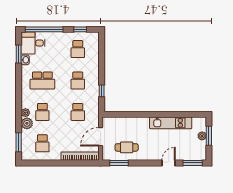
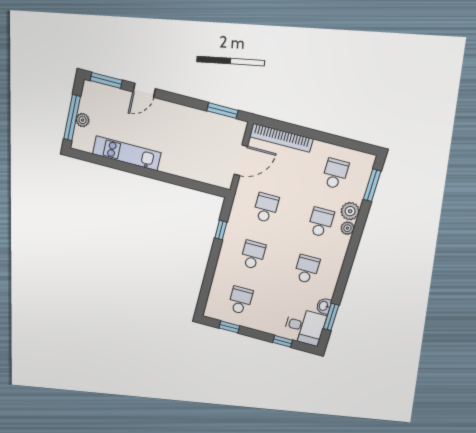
window: (44, 29) -> (283, 341), width x0.32
school desk: (42, 81) -> (307, 269), width x0.54
window: (209, 136) -> (72, 118), width x1.44
cafe table: (127, 147) -> (204, 133), removed

